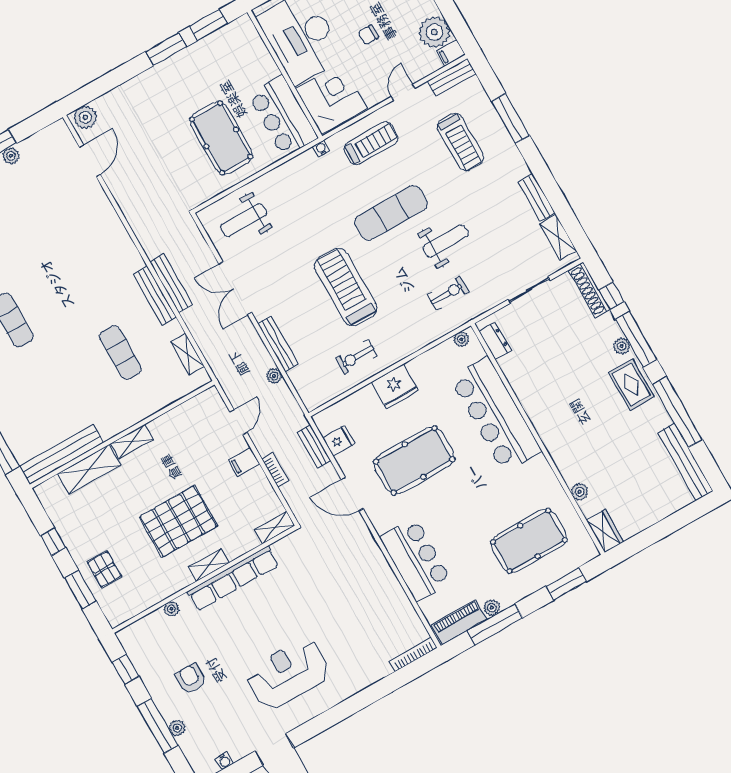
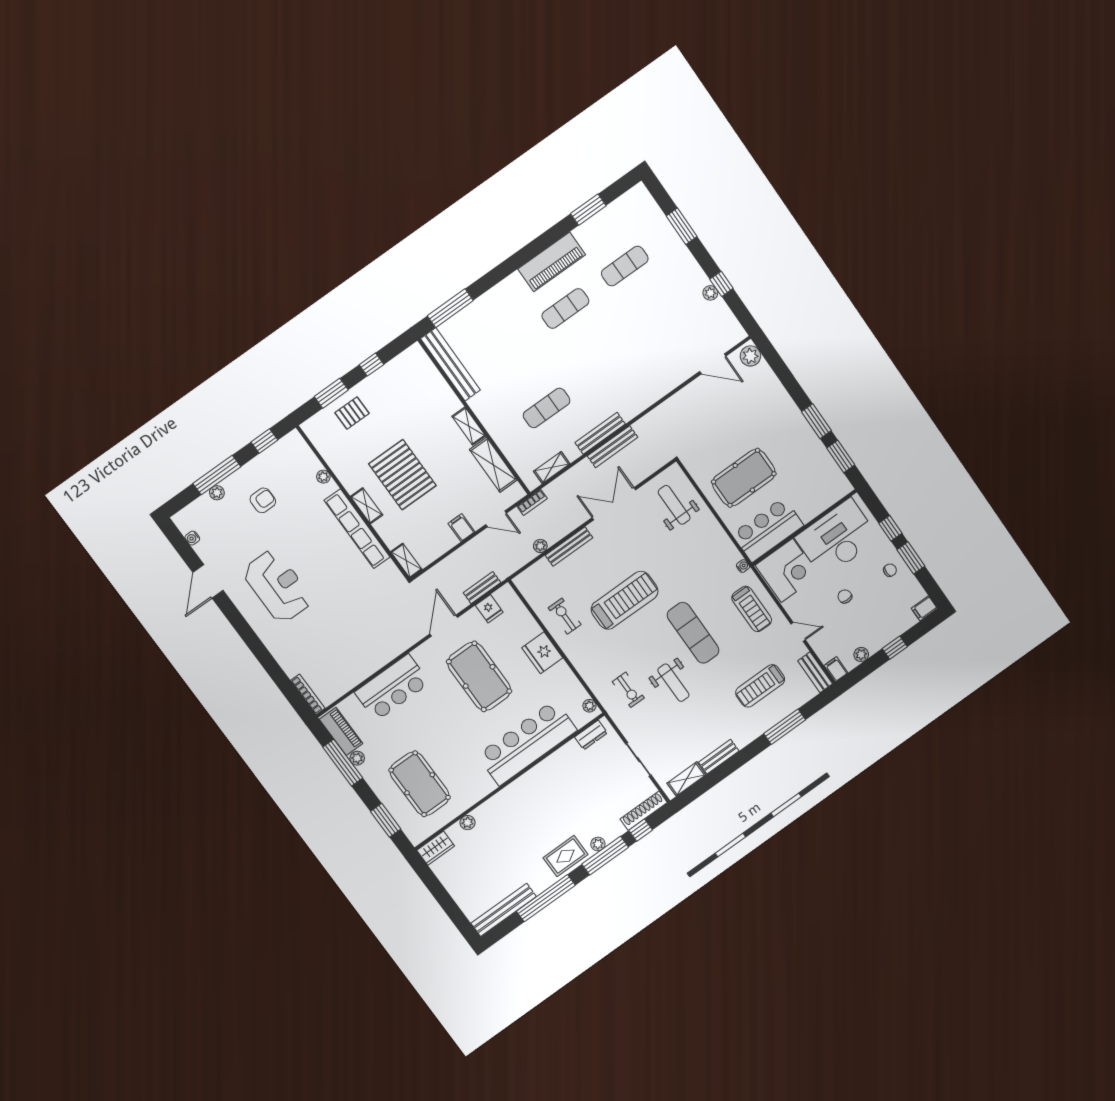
plant: (434, 32) -> (861, 655), width x0.53, depth x0.53
shelving: (89, 469) -> (493, 465), moved
bookcase: (275, 470) -> (532, 502), moved

